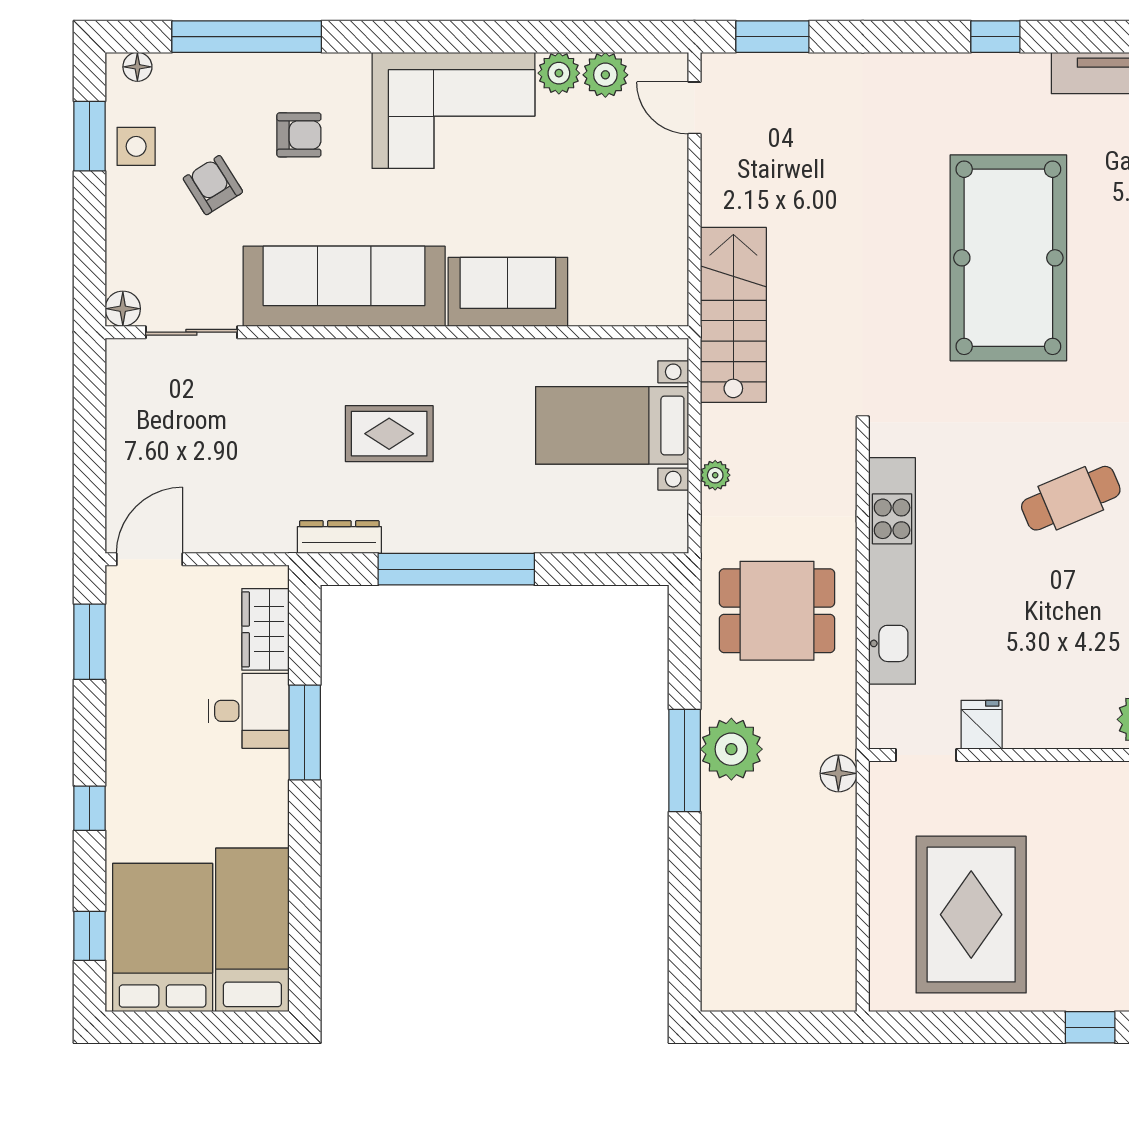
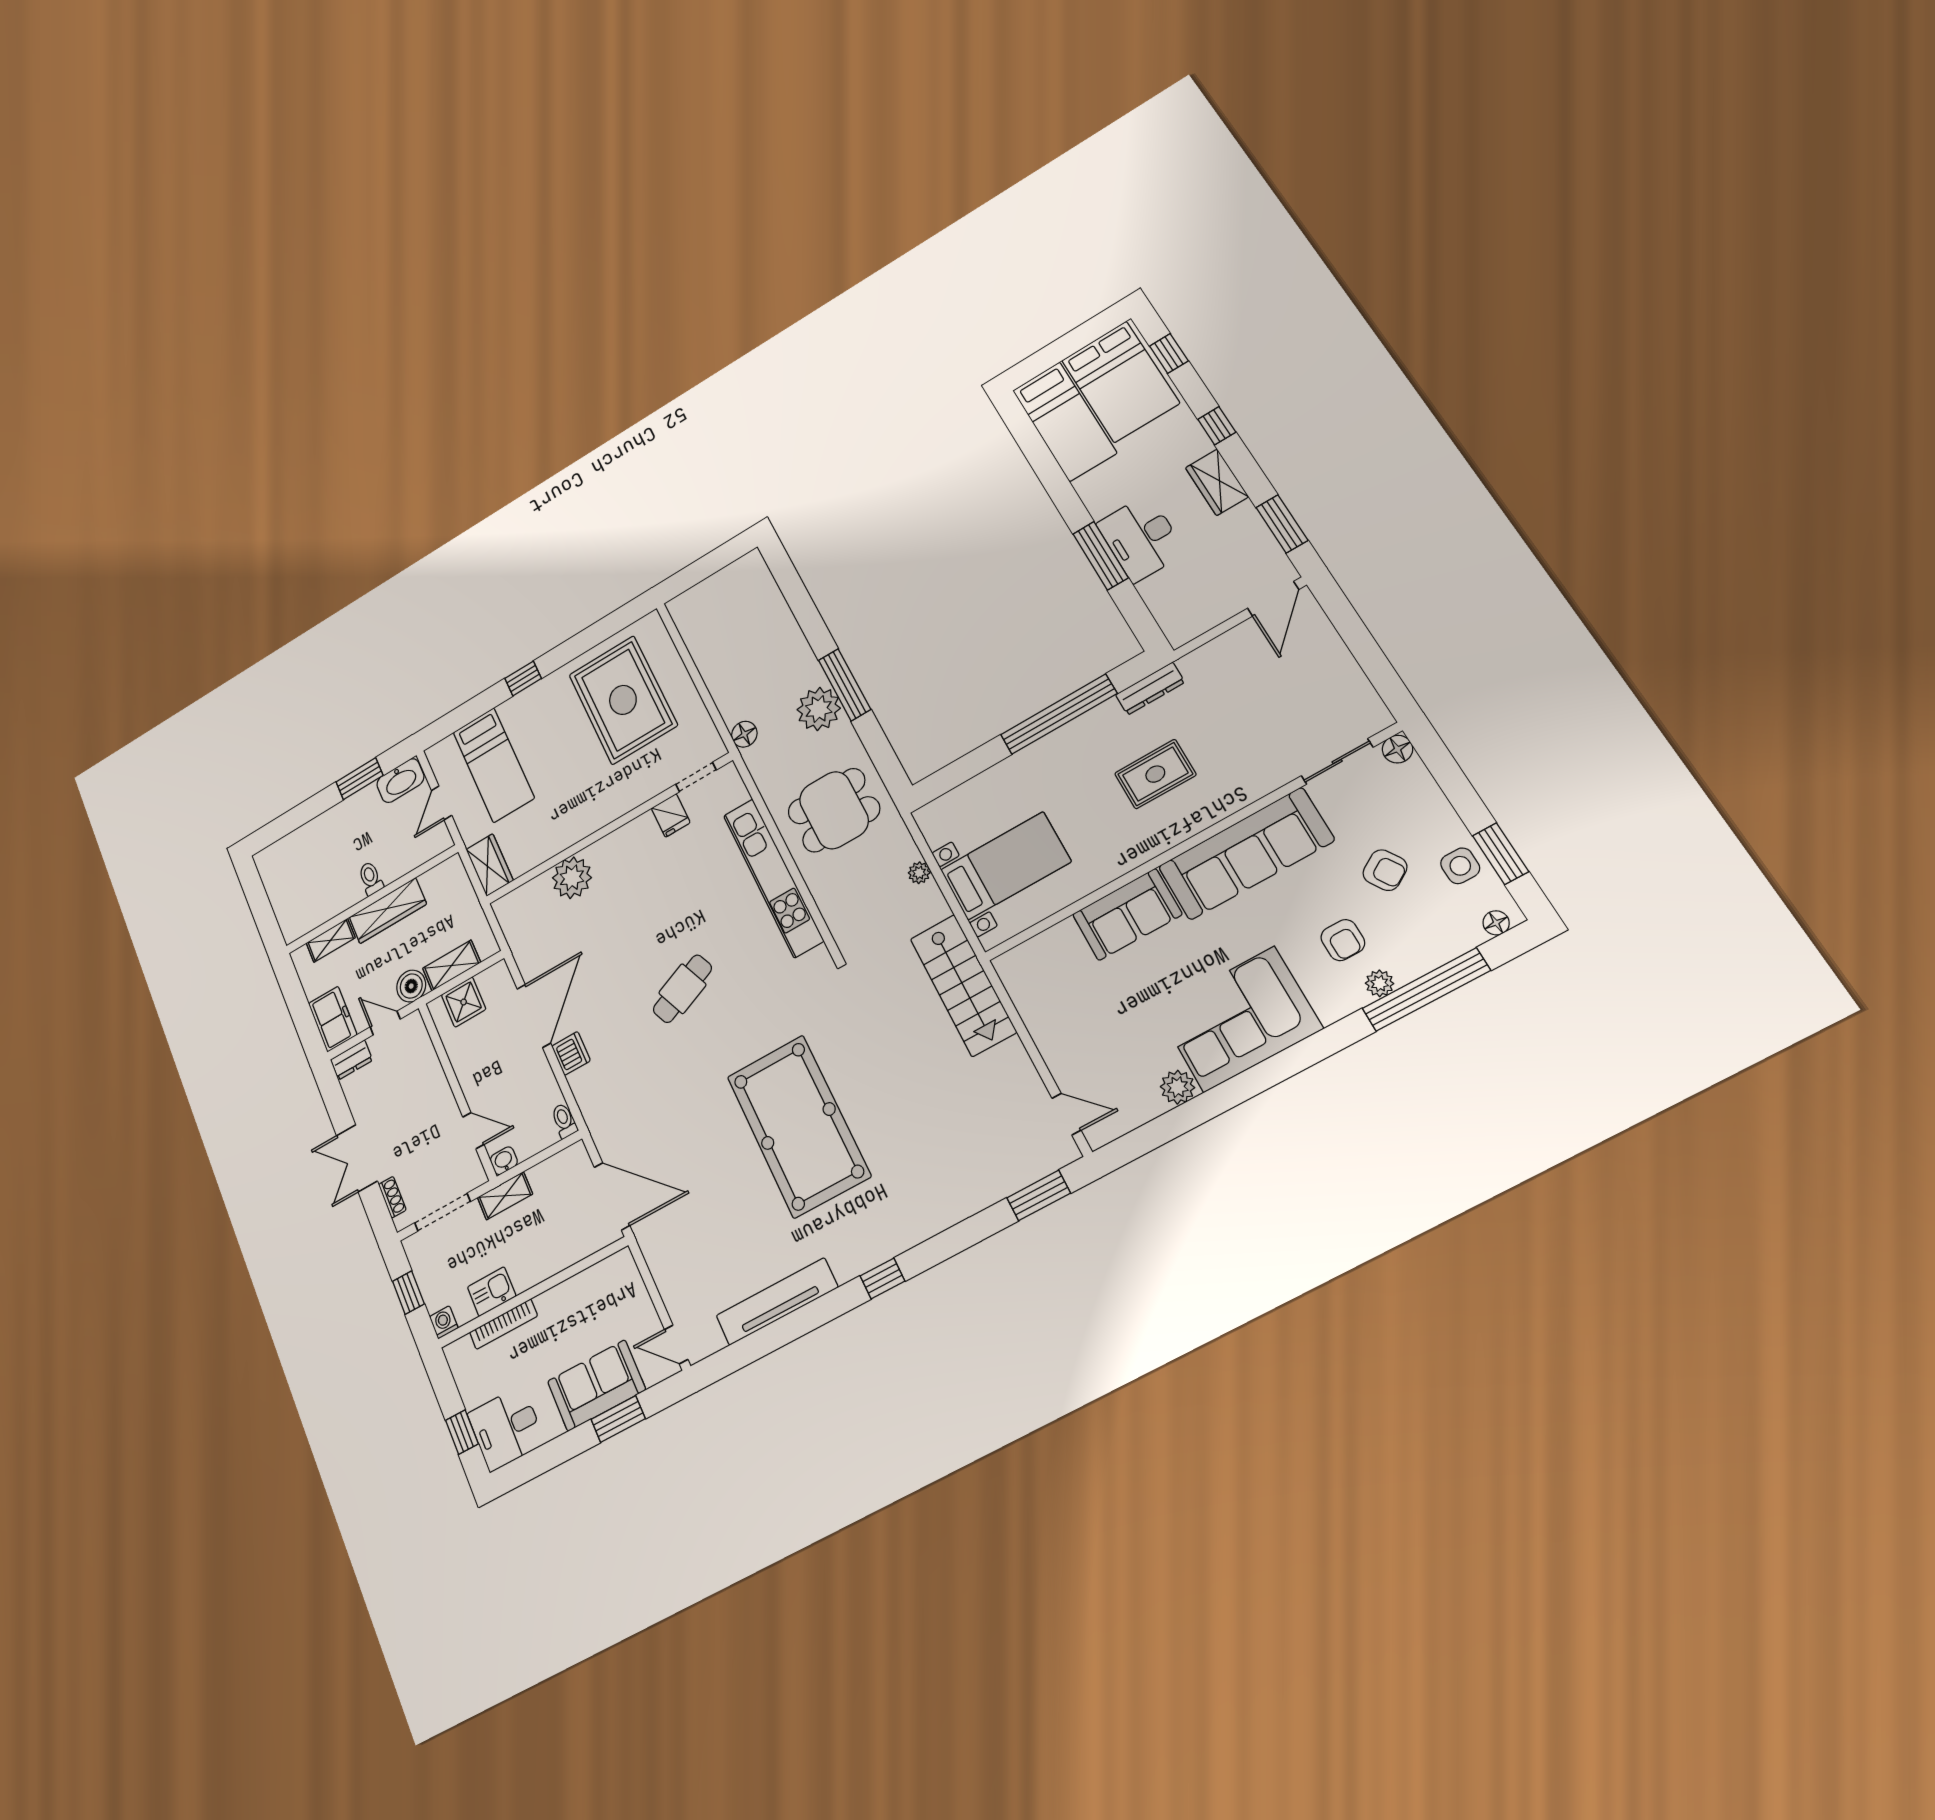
plant: (605, 75) -> (1380, 983), moved, width x0.73, depth x0.73
armchair: (299, 135) -> (1343, 940), turned -90
wardrobe: (265, 629) -> (1217, 482), moved, turned 180
desk: (249, 711) -> (1141, 538), width x1.37

